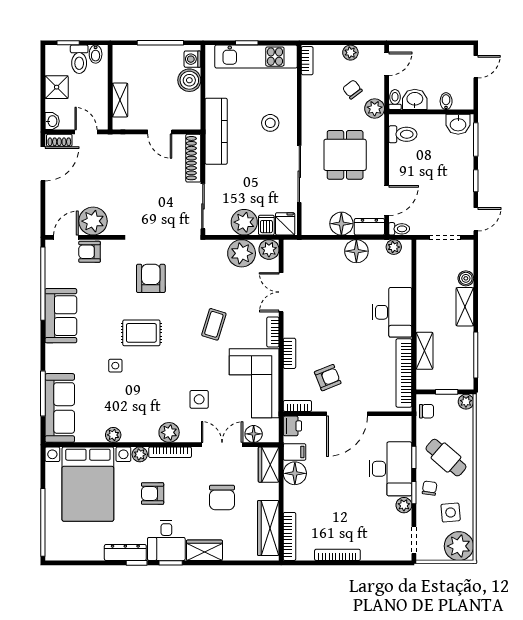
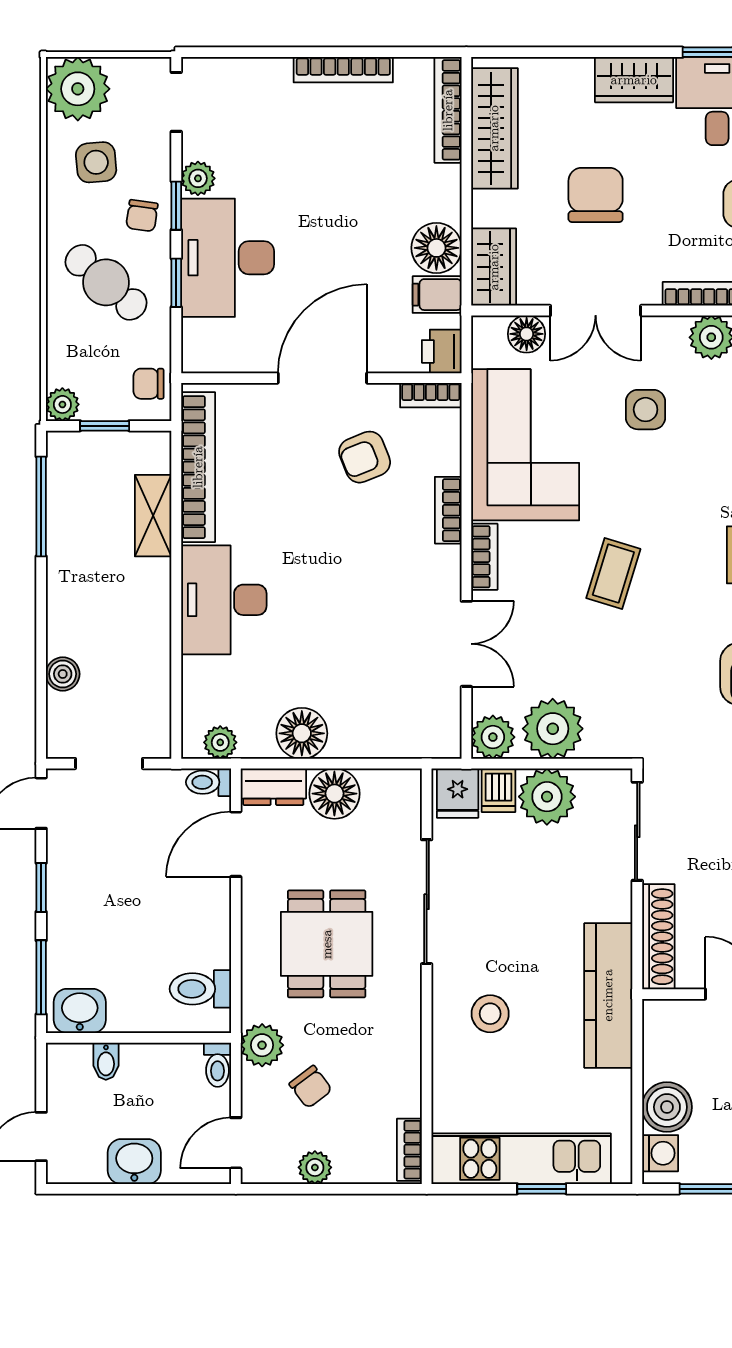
washbasin: (415, 99) -> (134, 1162), moved, turned 180
shelving: (465, 307) -> (65, 612), removed

